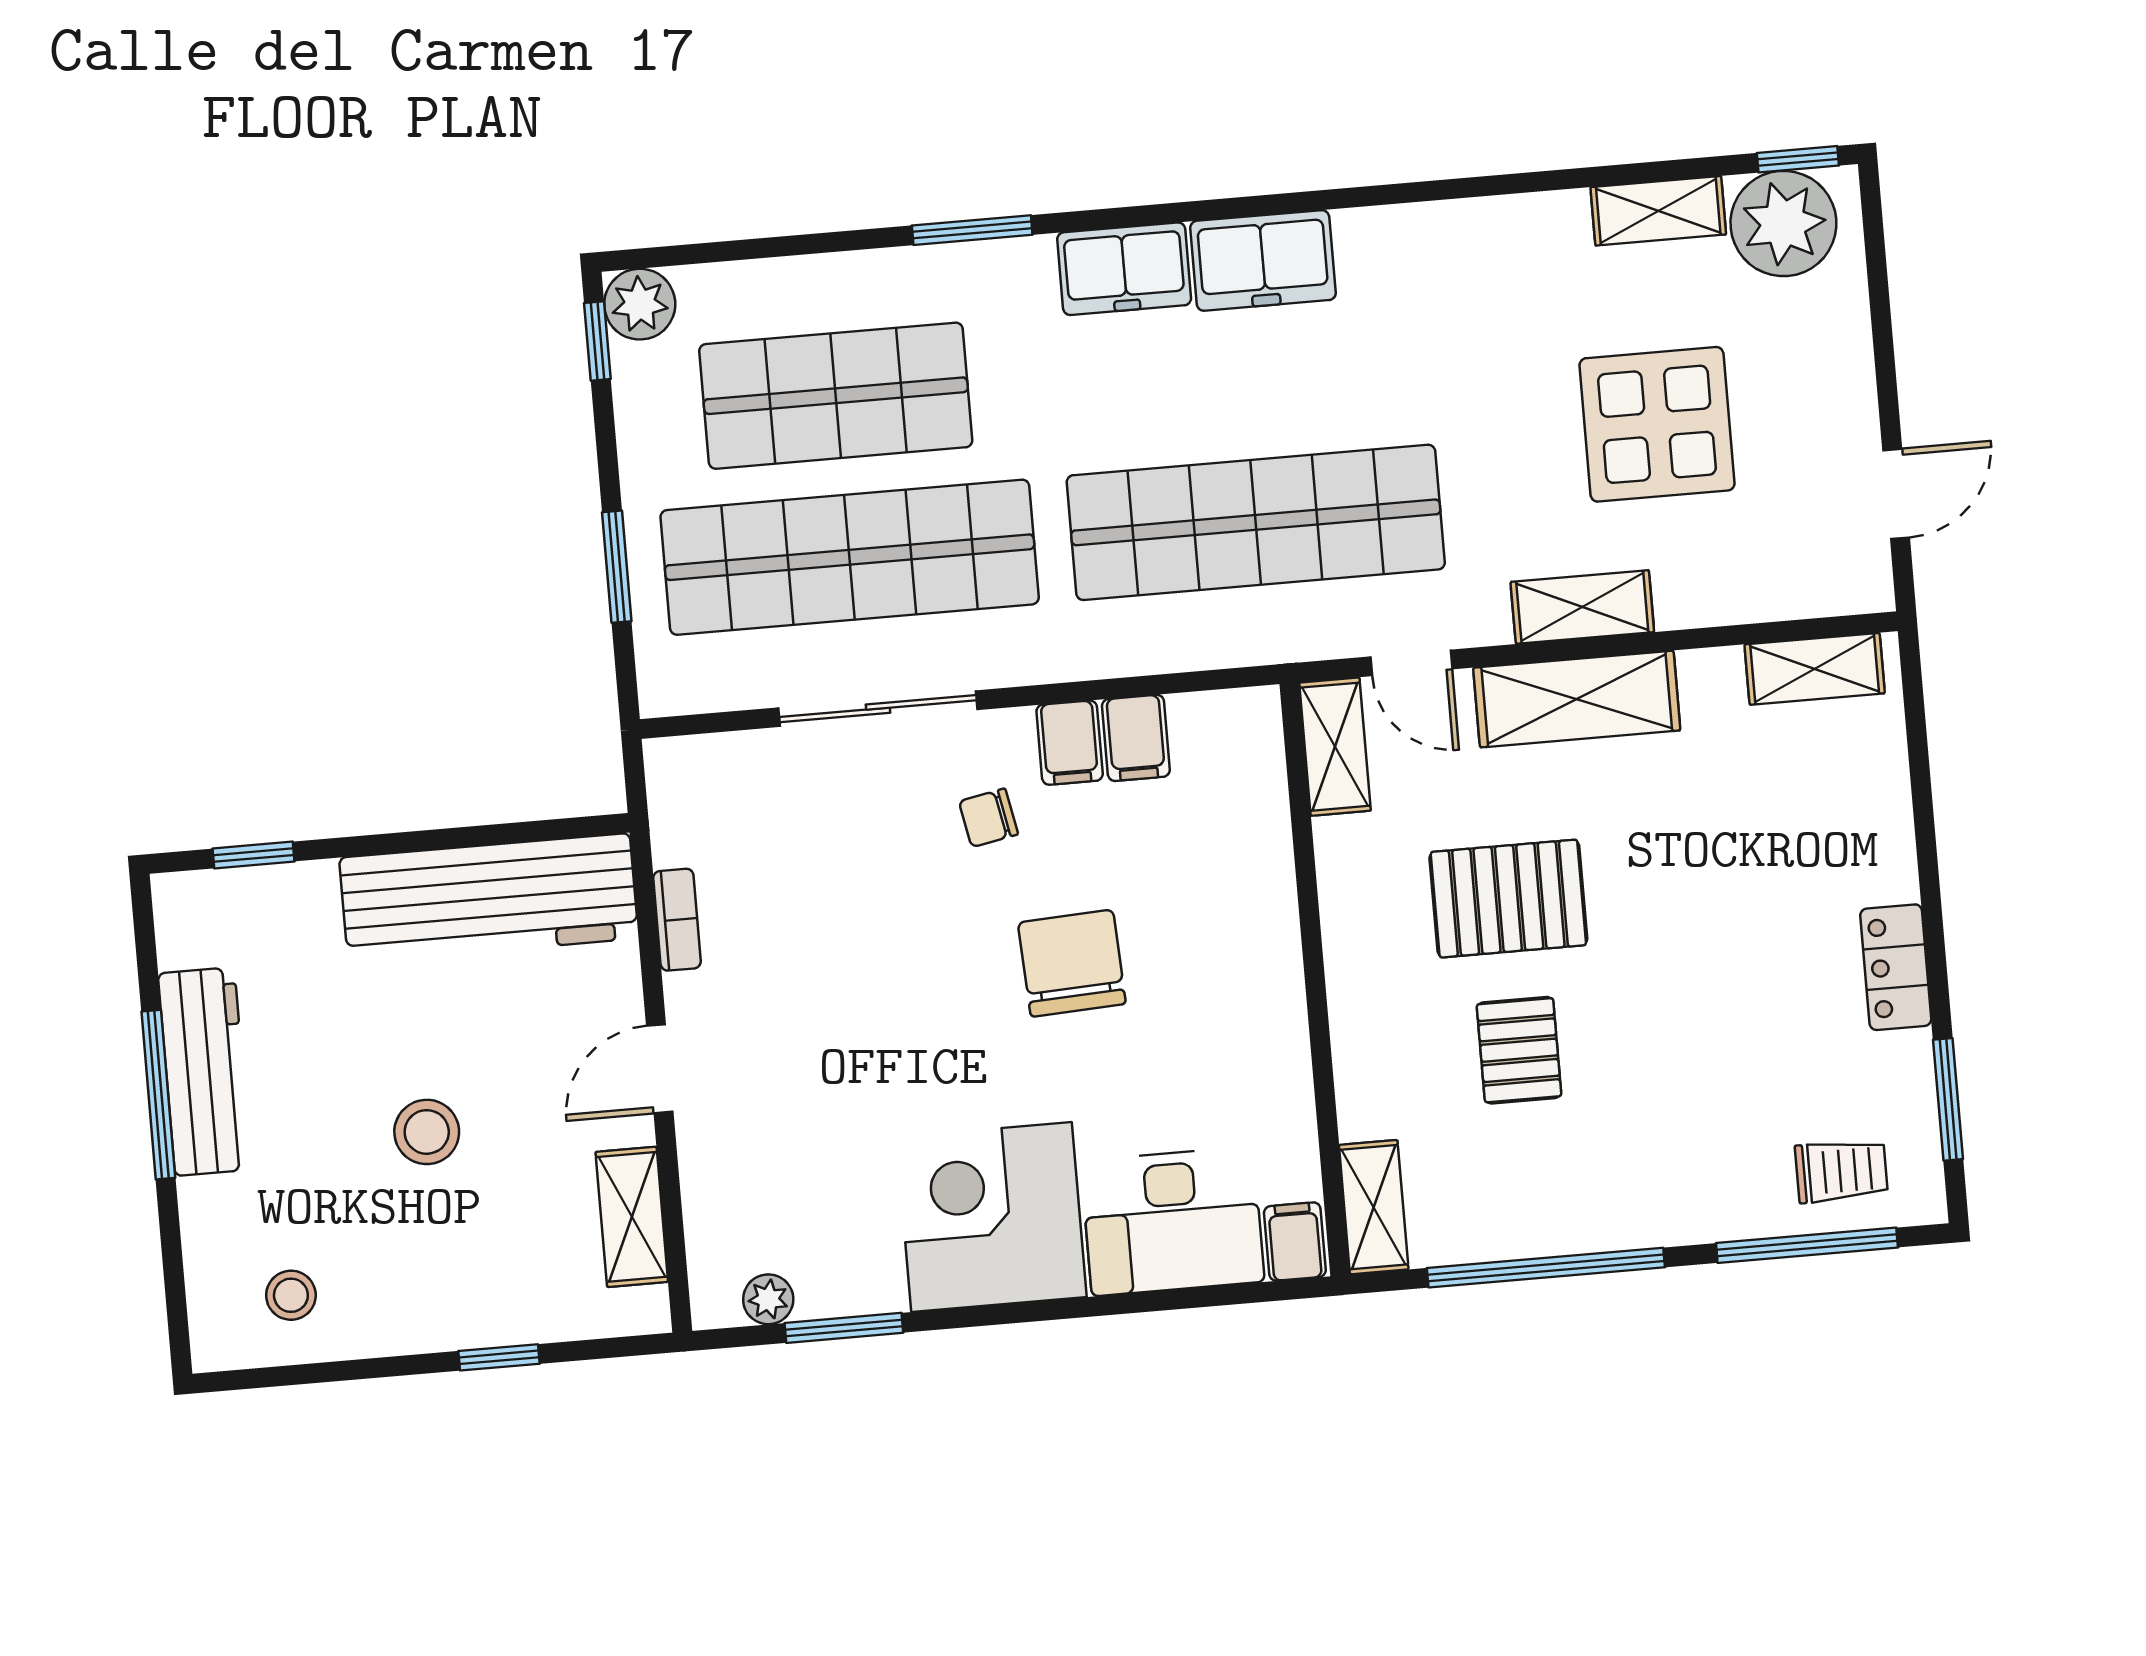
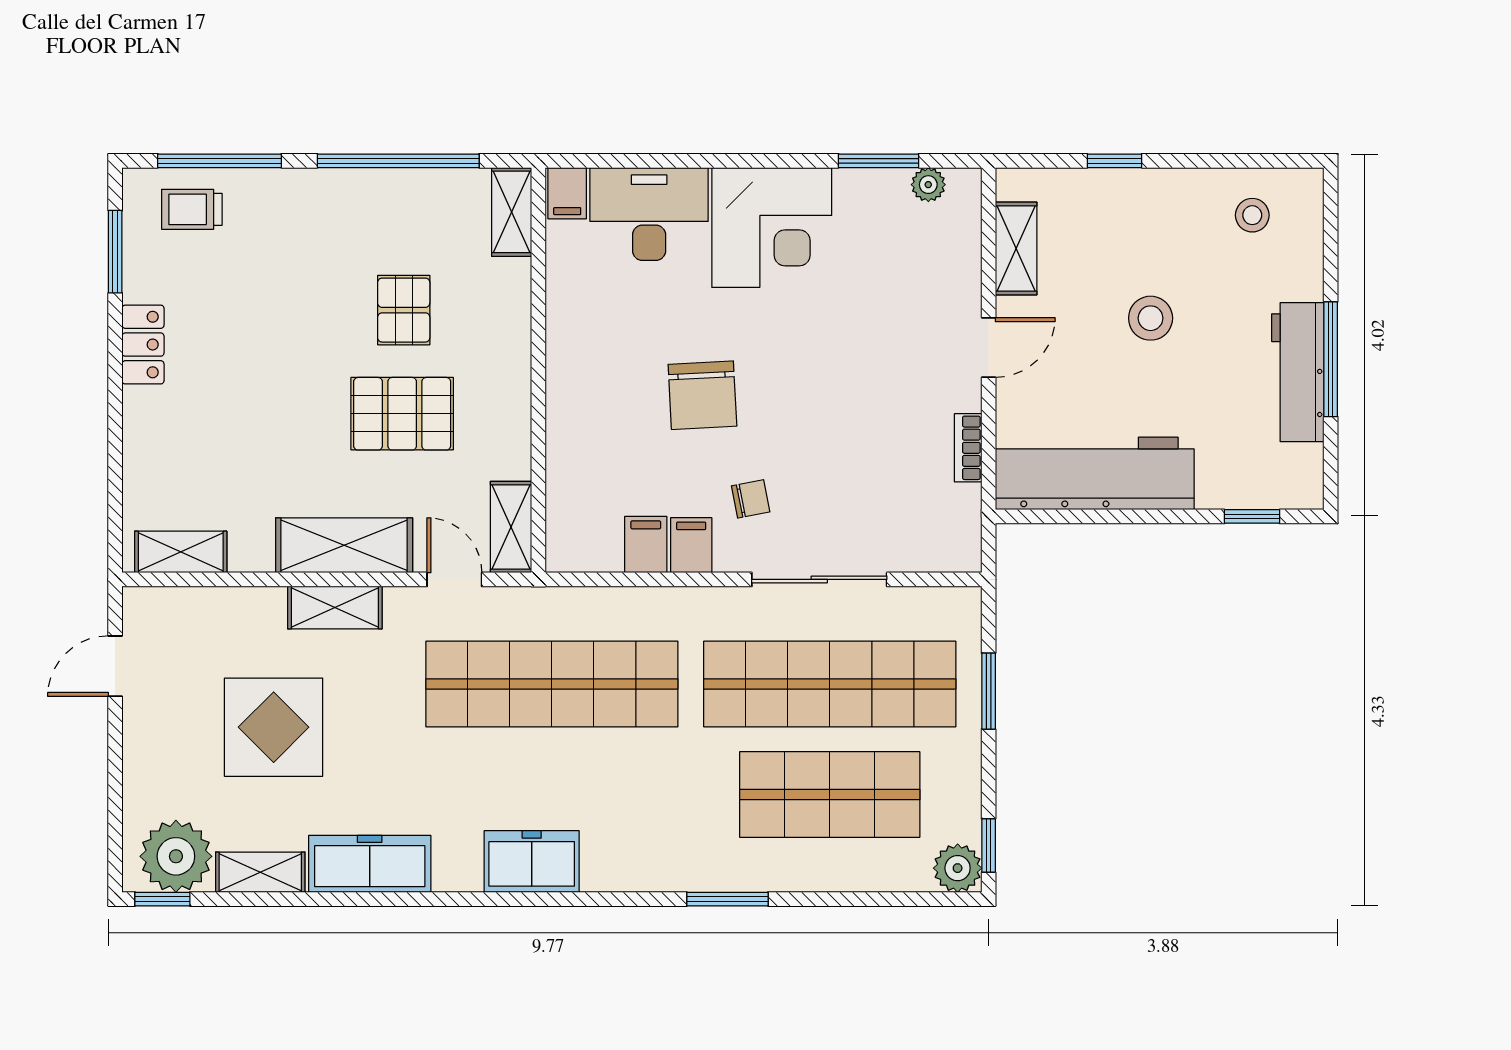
freezer: (1124, 269) -> (370, 864), moved, width x1.40

